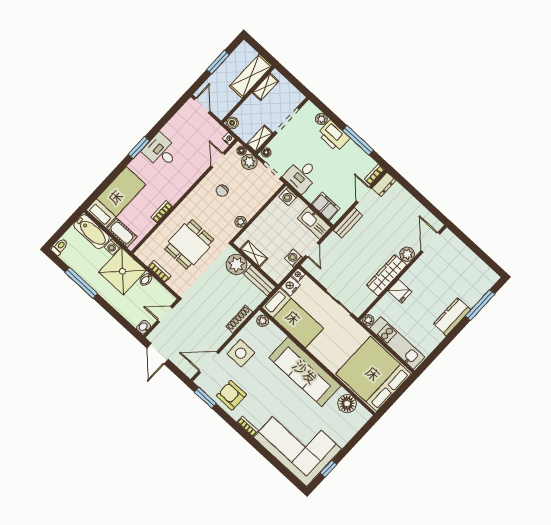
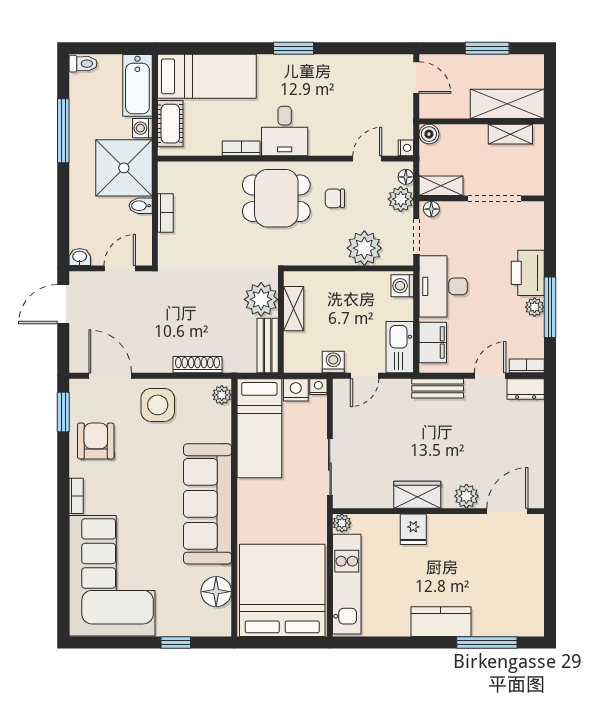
door: (202, 105) -> (416, 78), hinge flipped
plant: (321, 119) -> (535, 307), moved
desk: (161, 151) -> (285, 131), moved, turned 180
desk: (301, 175) -> (443, 286), width x1.37
plant: (241, 222) -> (364, 248), moved, width x1.87, depth x1.87
dining table: (189, 244) -> (276, 198), moved
wardrobe: (386, 275) -> (417, 495), width x0.67
door: (165, 314) -> (120, 268), hinge flipped
window: (328, 469) -> (176, 642), moved

